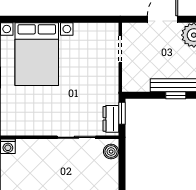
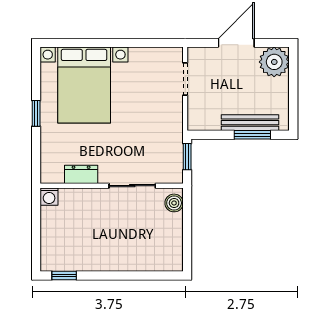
window: (176, 95) -> (252, 135), width x1.50
dresser: (111, 119) -> (81, 174), moved, turned 90

